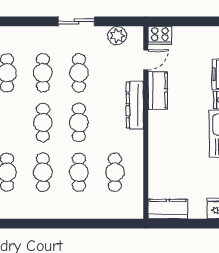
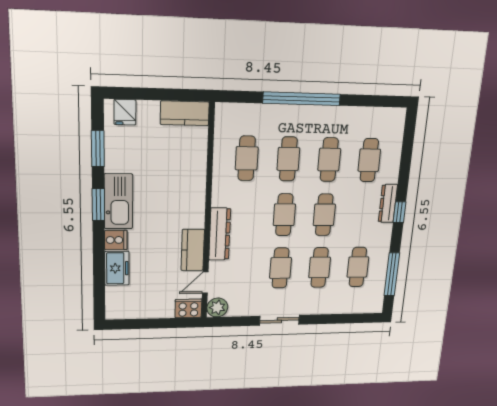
plant: (117, 36) -> (217, 307), moved
window: (71, 224) -> (302, 99), added

